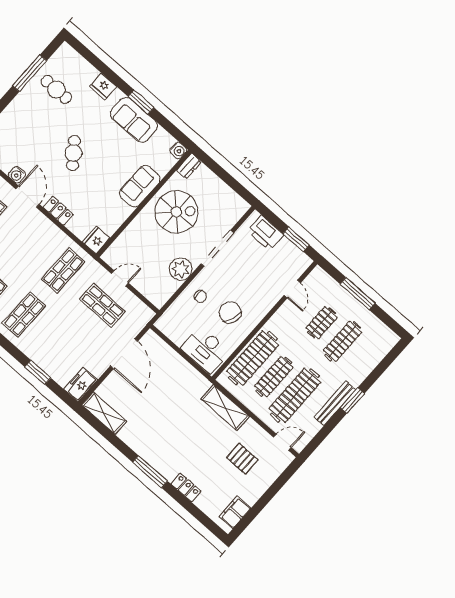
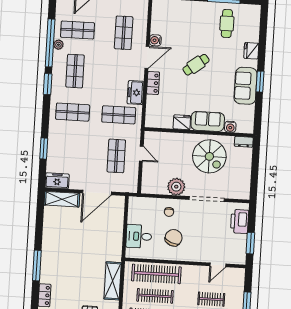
water cooler: (178, 150) -> (230, 127), moved
freezer: (54, 236) -> (135, 93), added
fridge: (96, 240) -> (182, 122), moved
desk: (205, 350) -> (139, 236), width x0.73
shelving: (104, 413) -> (62, 199), moved, turned 90

